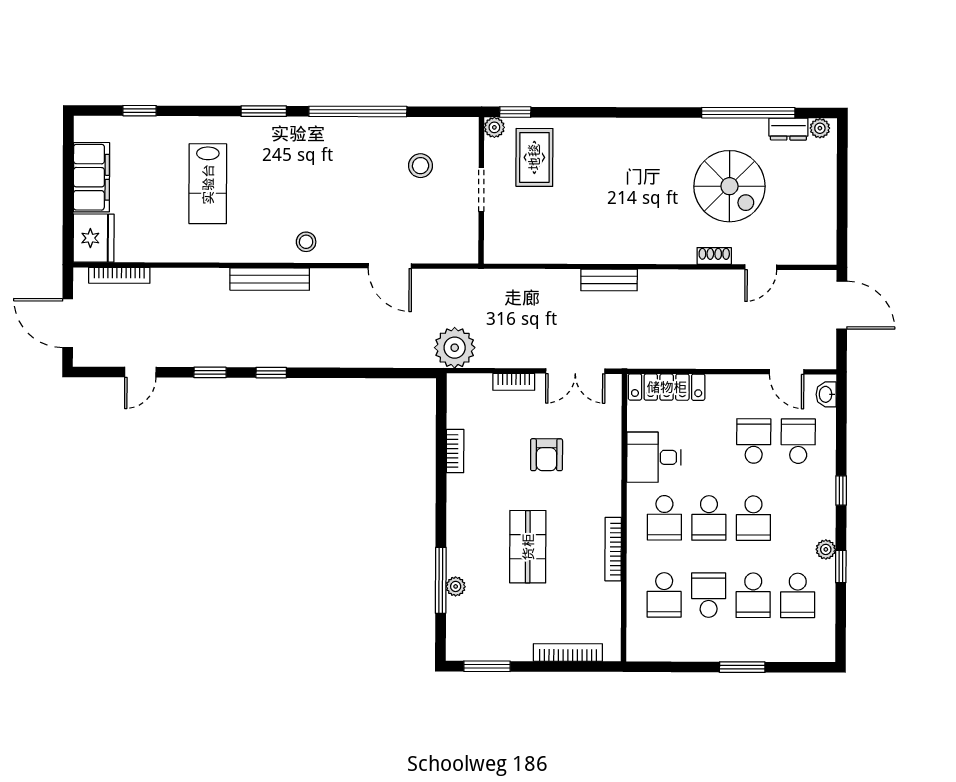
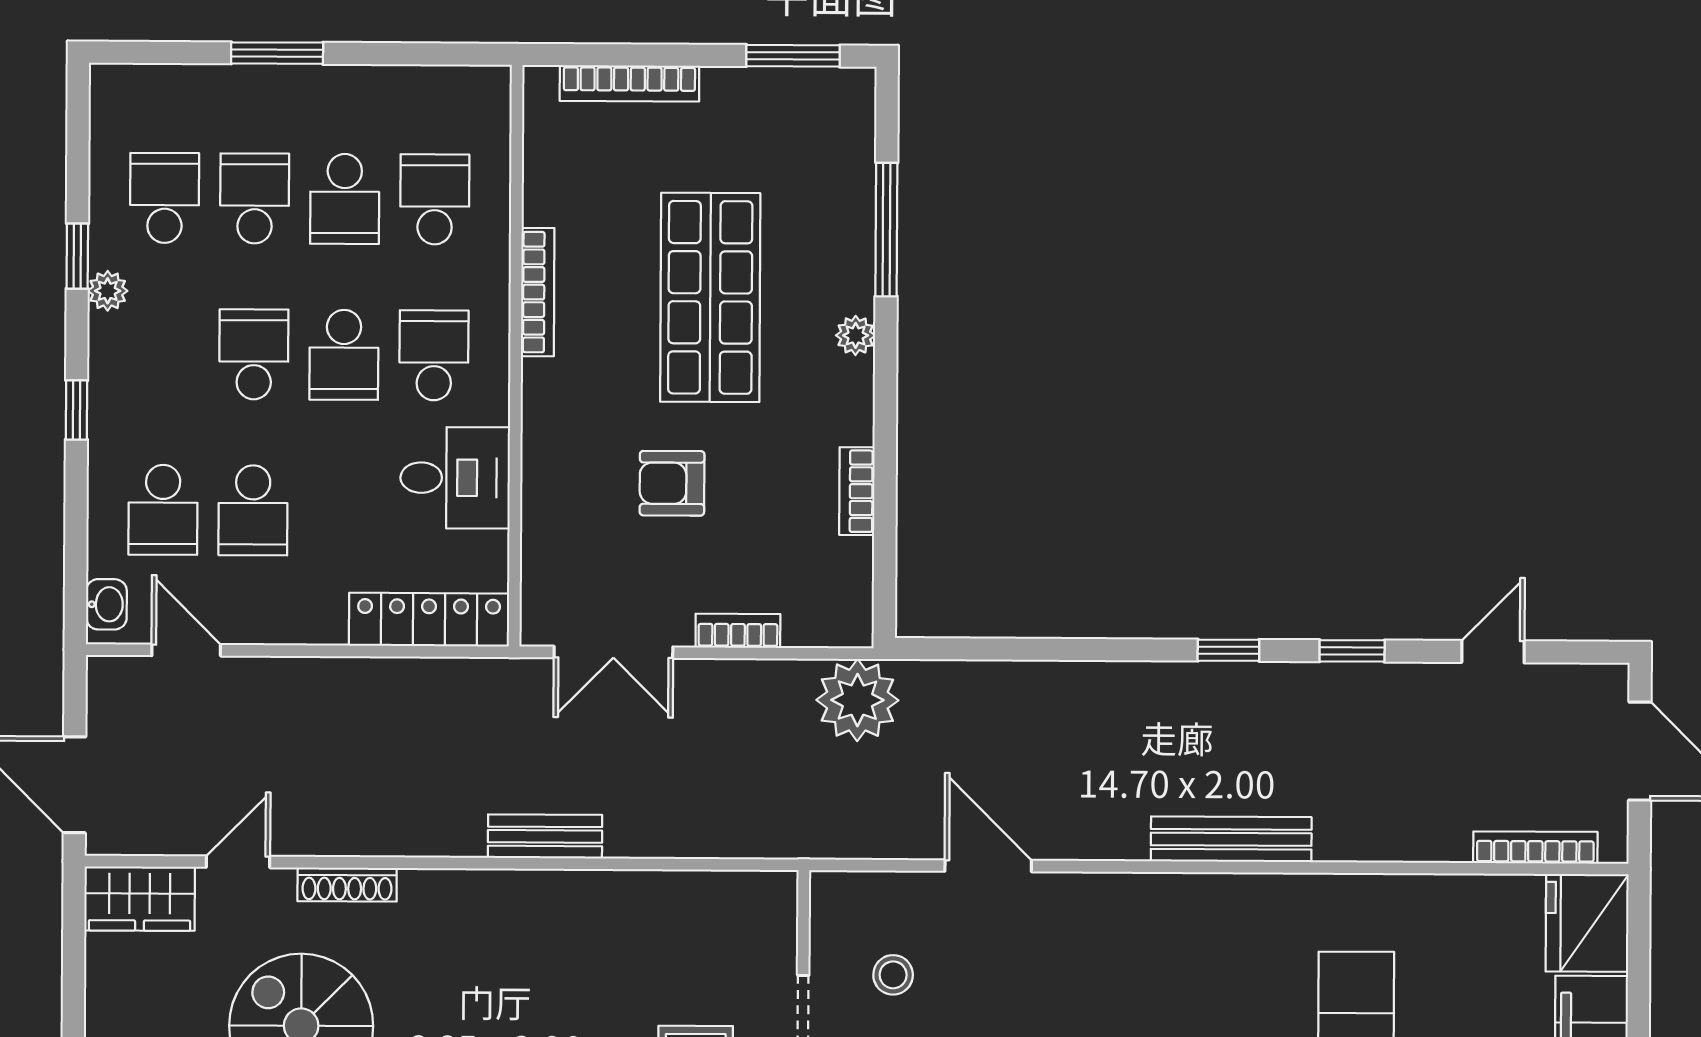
stool: (306, 242) -> (893, 975), moved
wardrobe: (809, 249) -> (140, 899), added
shoe rack: (714, 256) -> (347, 885), width x1.43
double door: (575, 371) -> (613, 652), swing flipped
armchair: (547, 455) -> (672, 483), turned -90
school desk: (709, 518) -> (344, 355), turned 180
shop shelf: (528, 547) -> (710, 297), width x1.43, depth x1.36
plant: (456, 586) -> (856, 335), moved

